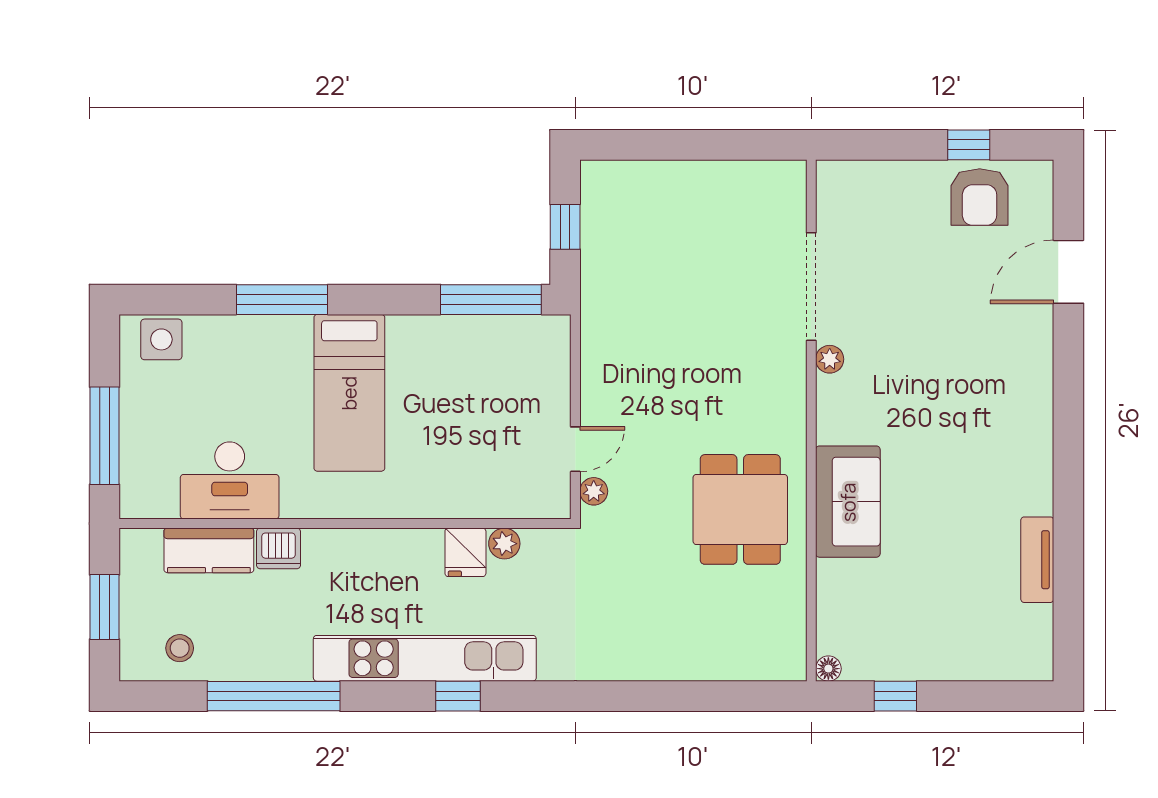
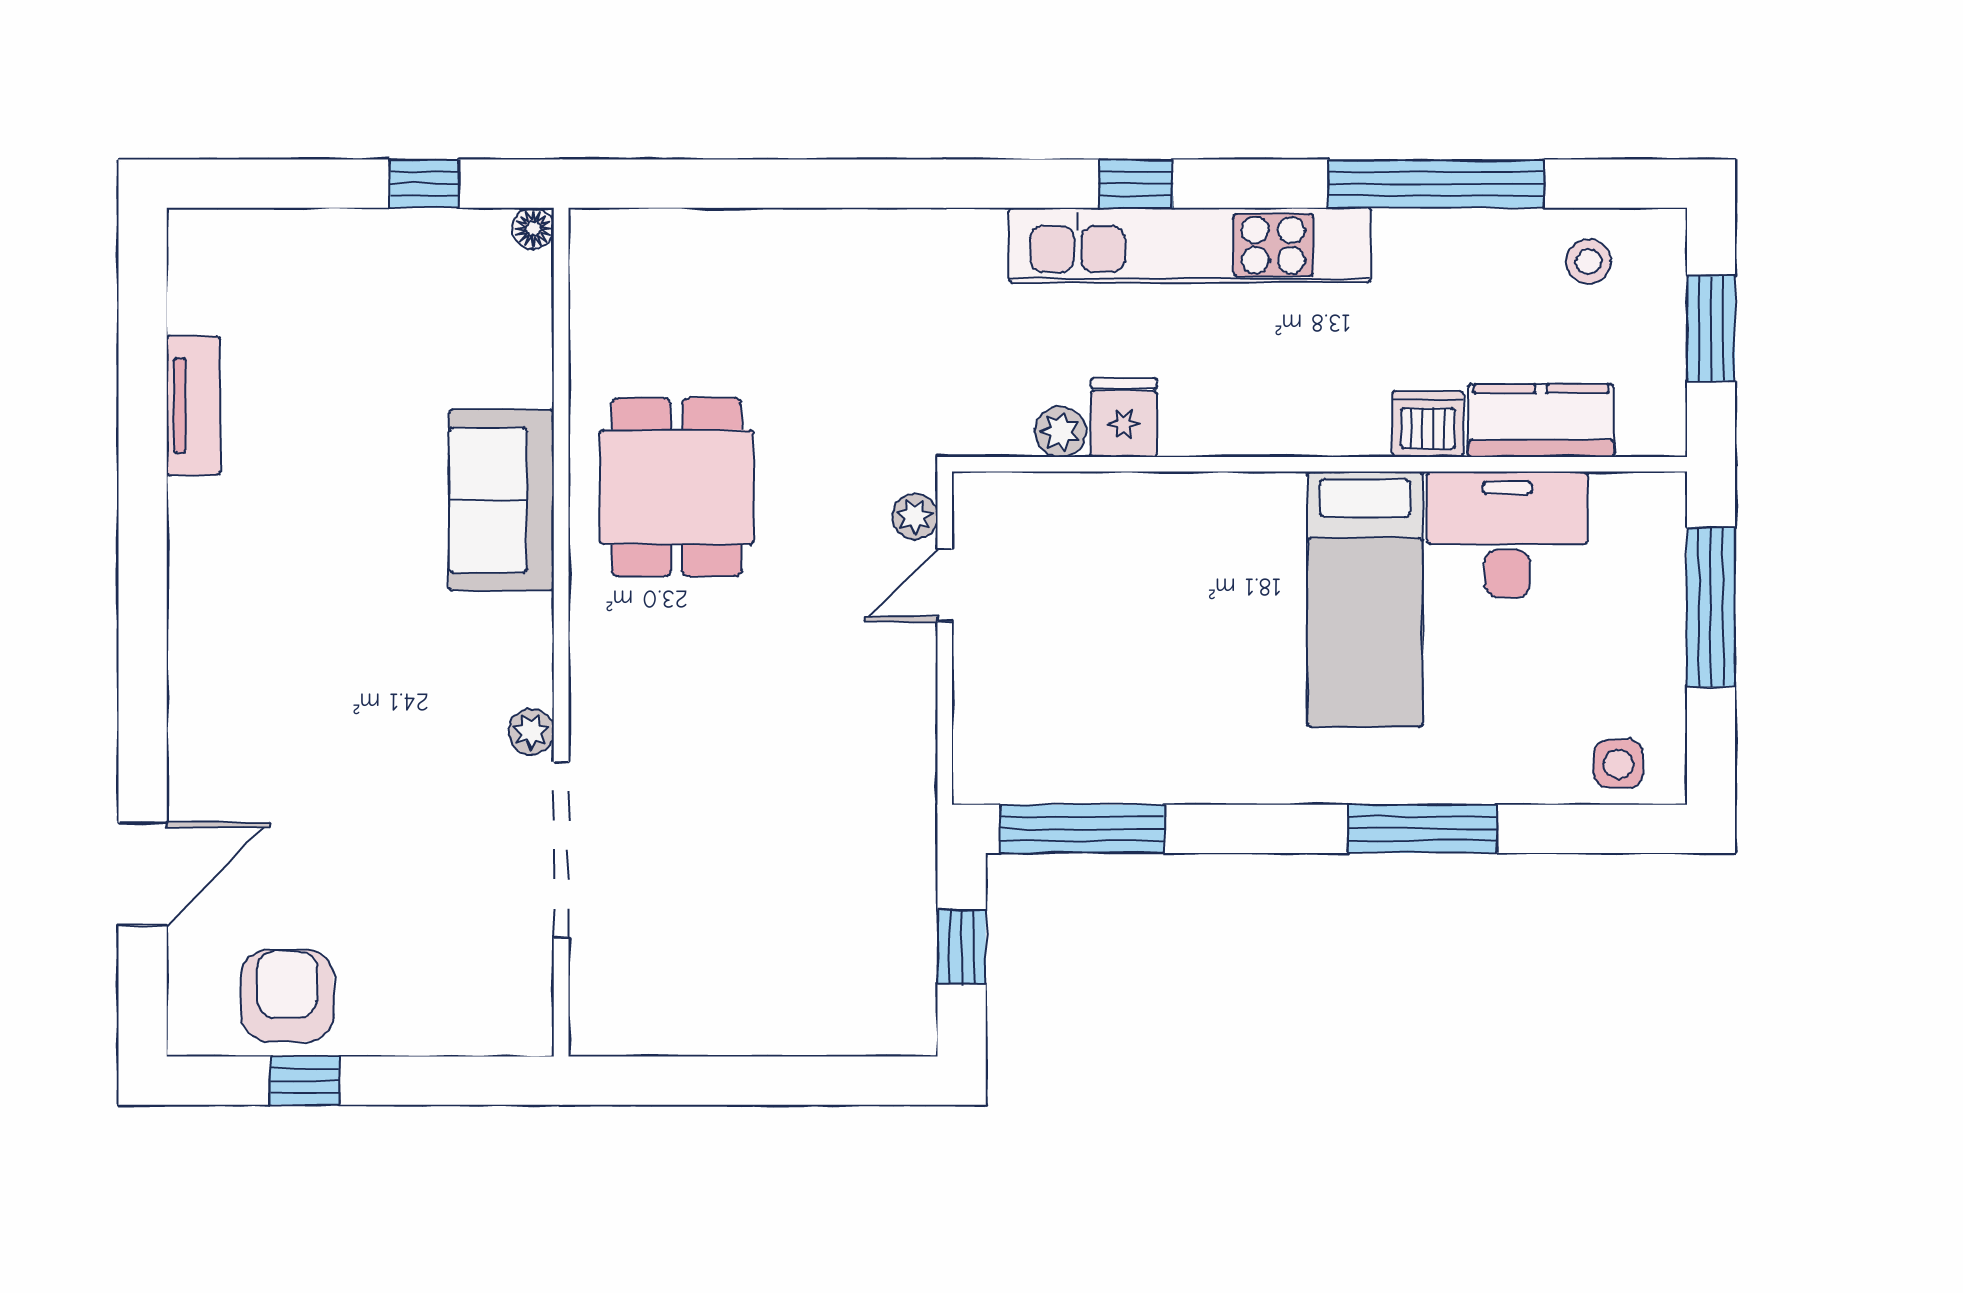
side table: (161, 339) -> (1618, 764), width x0.73, depth x0.73
bed: (349, 393) -> (1365, 599), moved, turned 180

